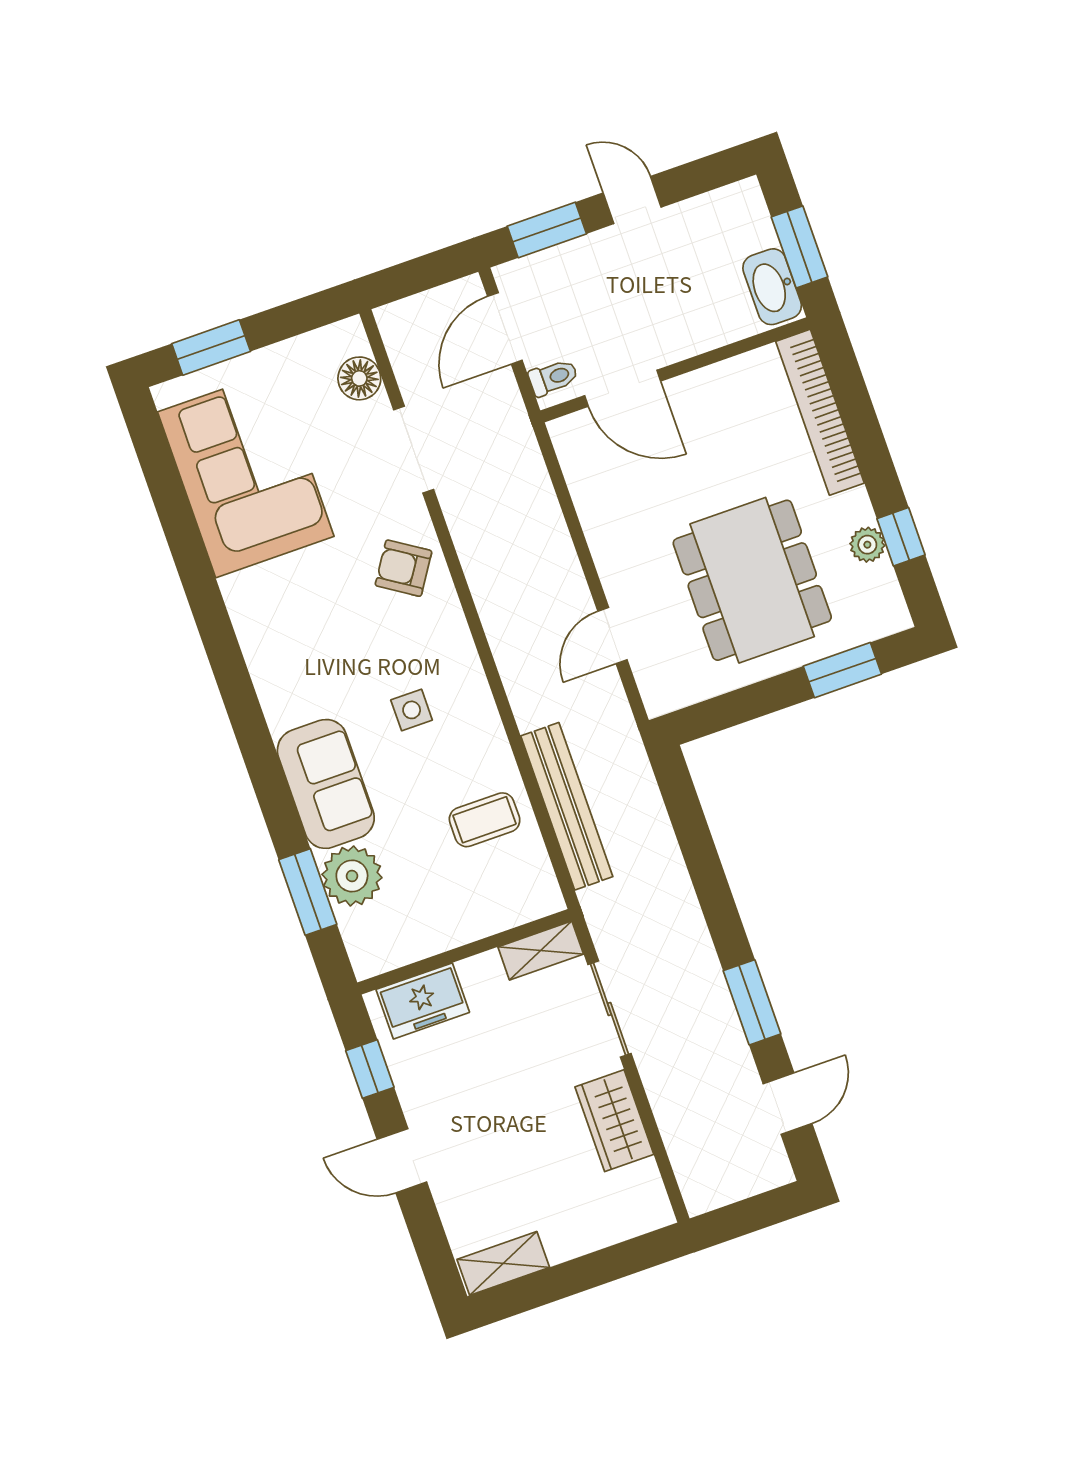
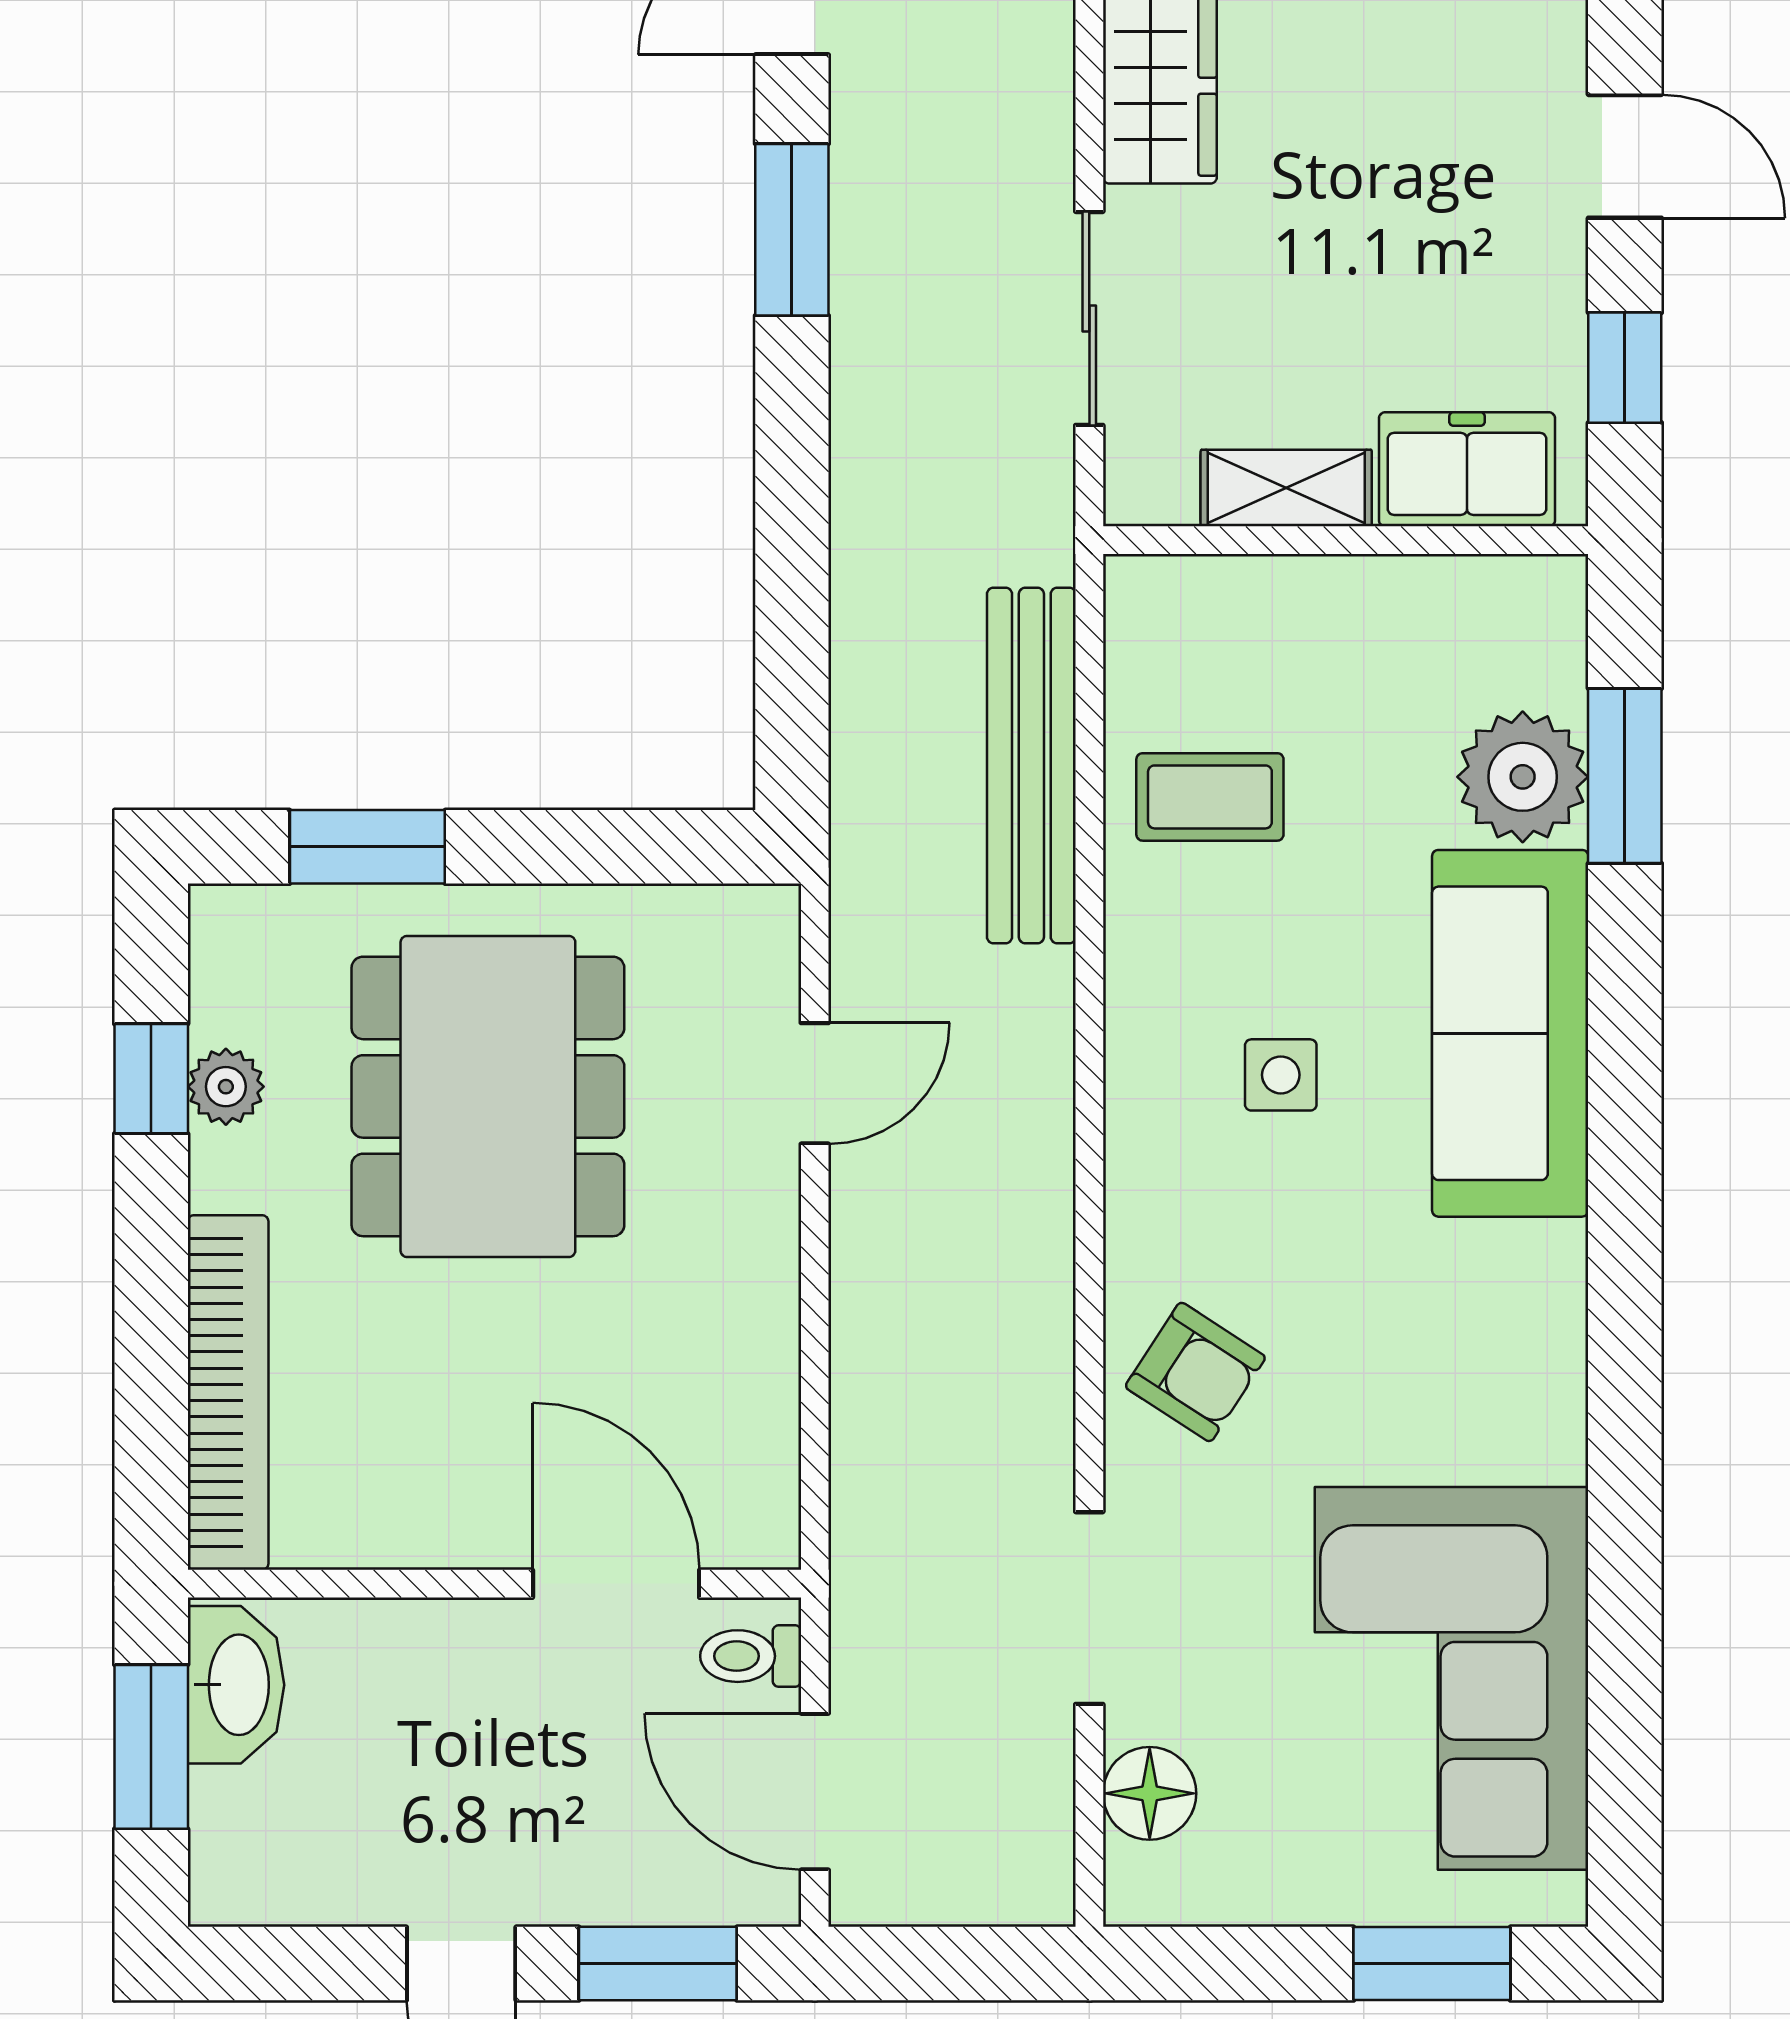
door: (505, 328) -> (815, 1792), swing flipped
sofa: (326, 784) -> (1510, 1033), width x1.36
shelving: (541, 951) -> (1286, 488), moved

